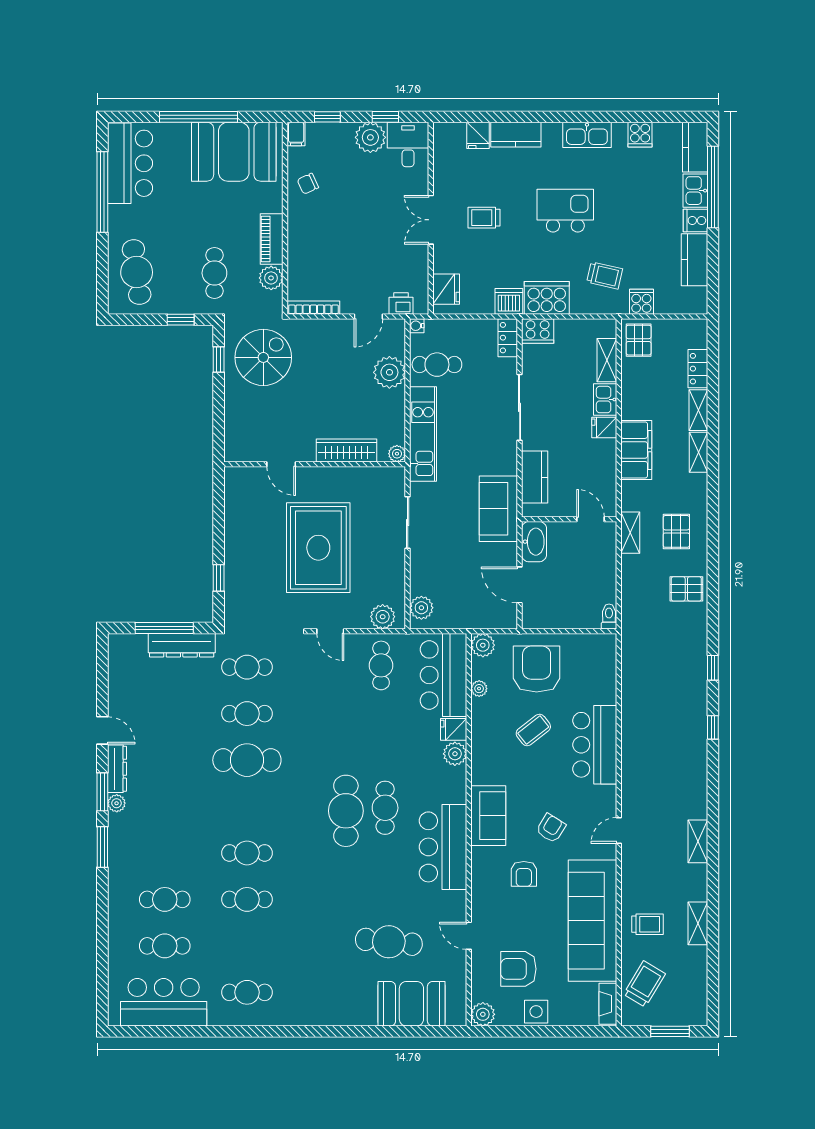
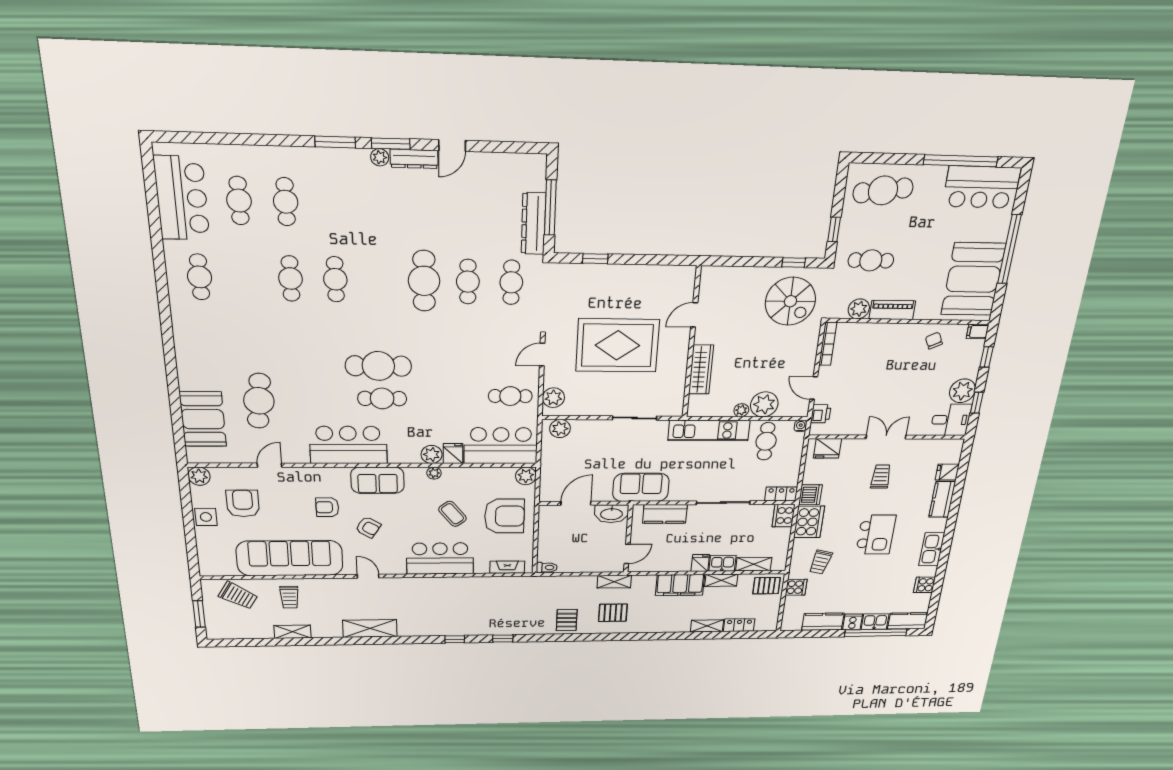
shelving: (698, 452) -> (721, 580), moved
plant: (397, 454) -> (741, 410), moved
plant: (479, 689) -> (434, 473), moved
shelving: (698, 841) -> (370, 628), width x1.50, depth x1.33
fireplace: (608, 1004) -> (507, 567), moved

